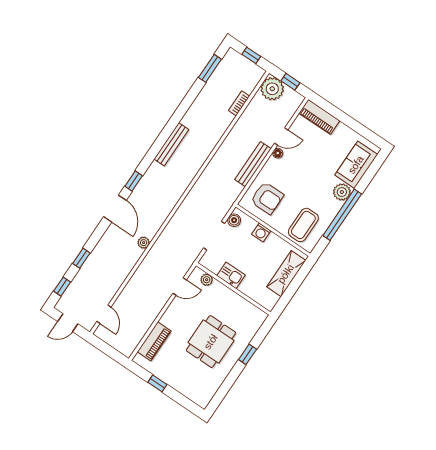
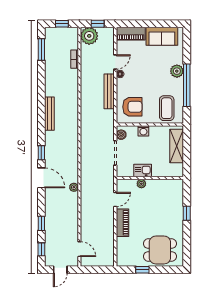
sofa: (356, 165) -> (162, 36), moved, turned -90
plant: (207, 280) -> (141, 184), moved
piano: (154, 341) -> (122, 223), moved
dining table: (211, 342) -> (160, 250), moved, turned 90

